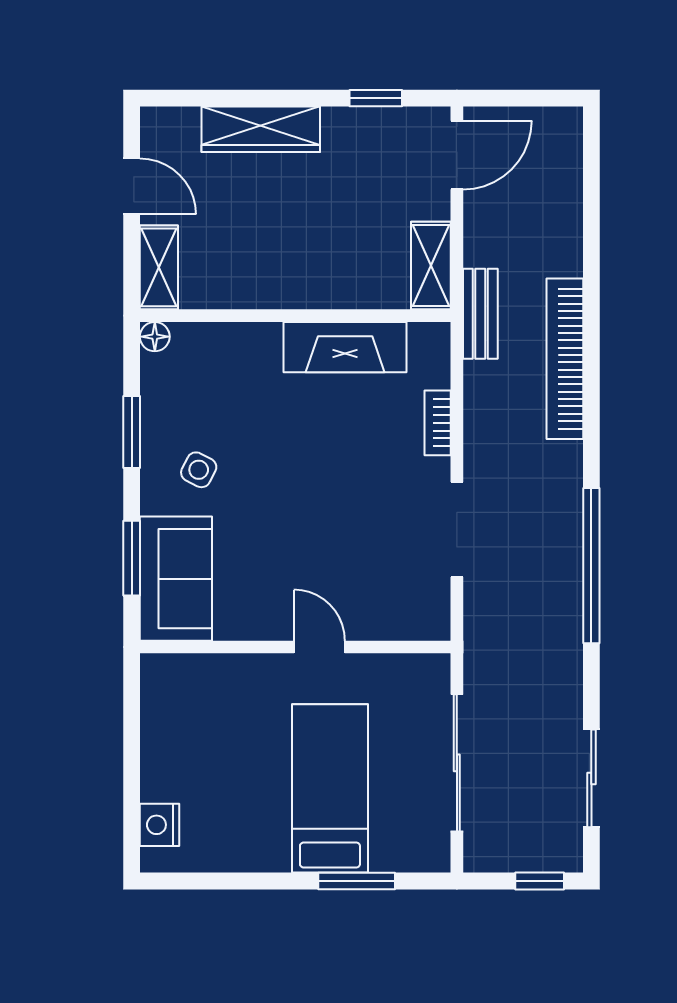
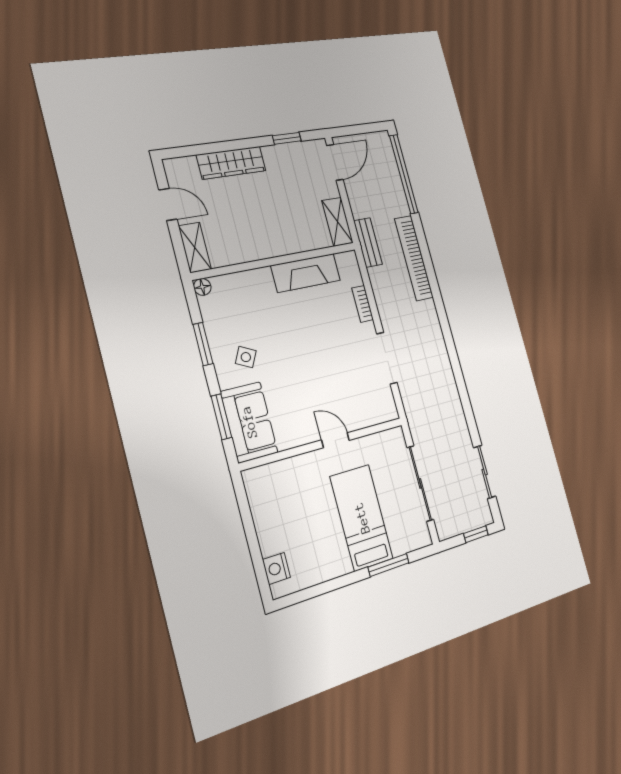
window: (591, 566) -> (404, 174), moved

